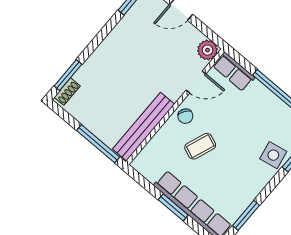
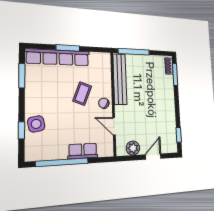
plant: (208, 50) -> (133, 148), moved
row of seats: (234, 72) -> (83, 151), moved
door: (196, 82) -> (114, 126), hinge flipped

